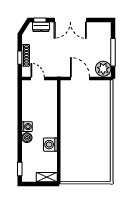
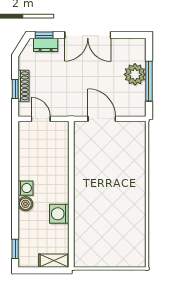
plant: (103, 69) -> (135, 74), moved

